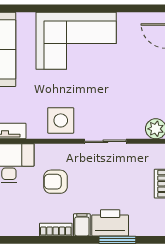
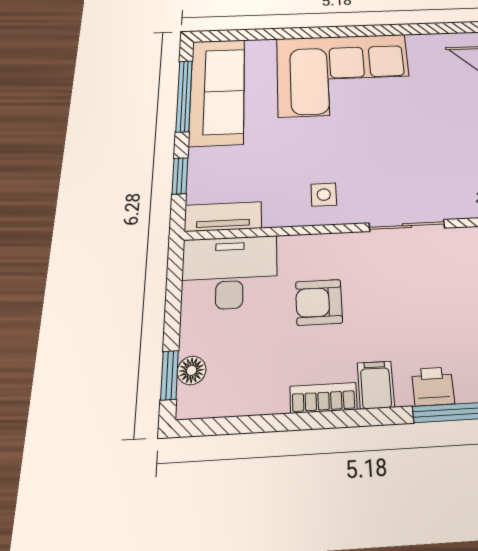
side table: (61, 120) -> (324, 195), width x0.54, depth x0.54
printer: (110, 223) -> (433, 386), width x0.53, depth x0.68

